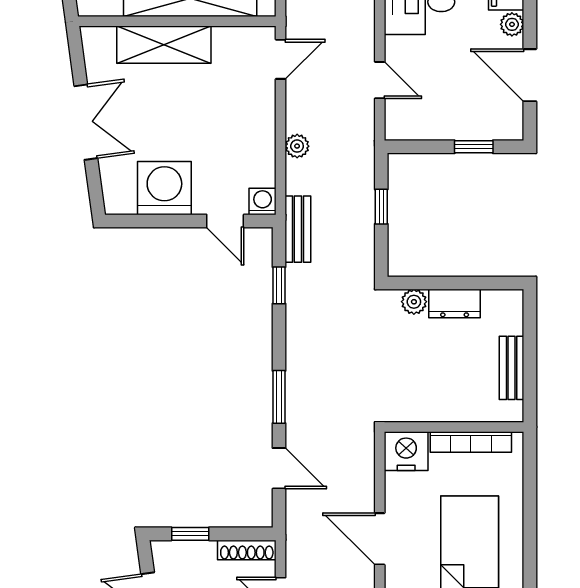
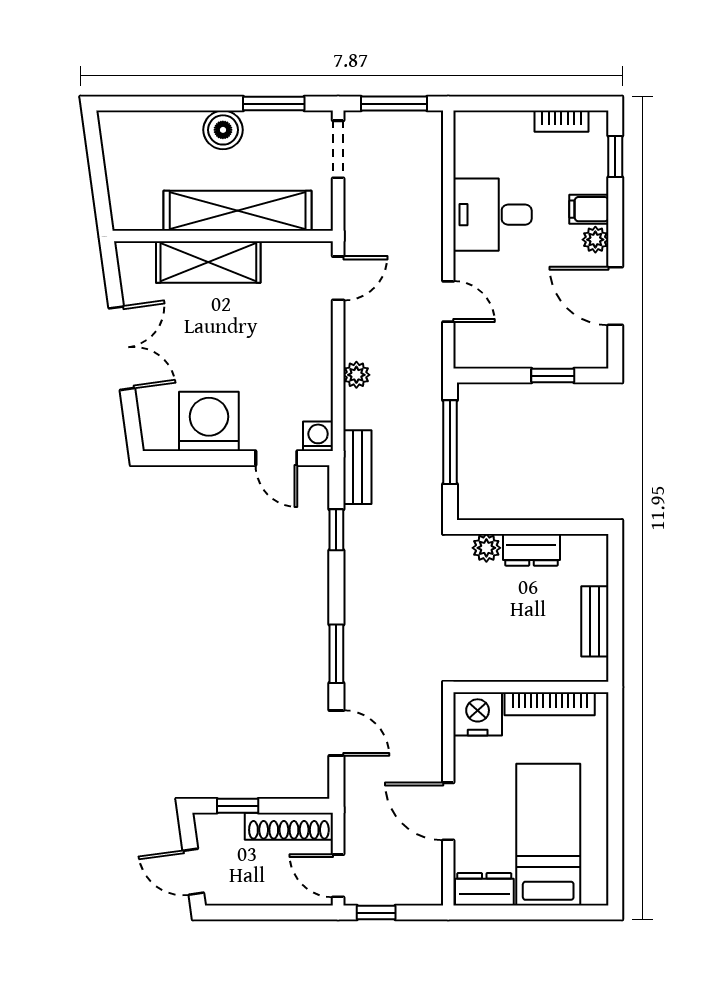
window: (381, 207) -> (450, 442), width x2.17
shoe rack: (247, 550) -> (289, 826), width x1.36, depth x1.24

